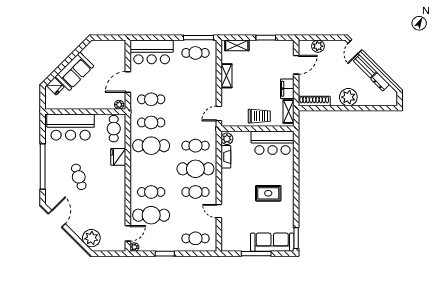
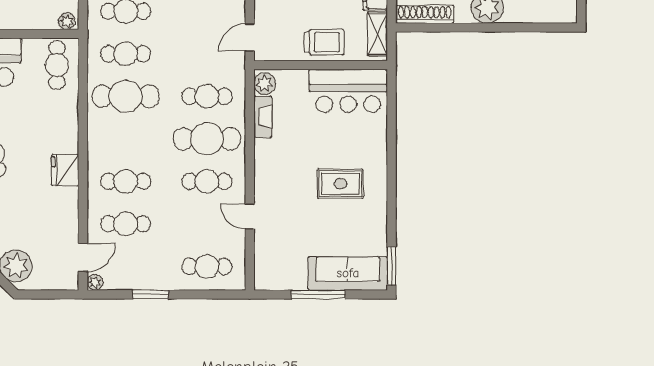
fridge: (118, 157) -> (65, 170), moved
cafe table: (151, 215) -> (126, 224), width x0.73, depth x0.74

